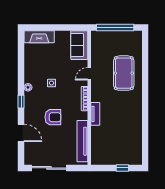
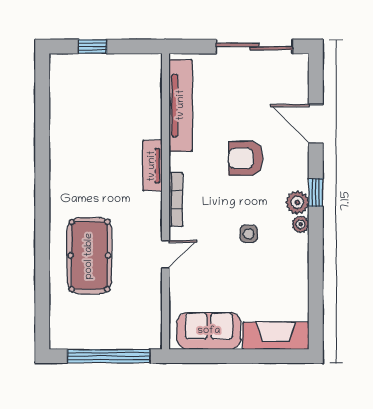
sofa: (79, 45) -> (209, 331), moved, turned -90
plant: (29, 97) -> (297, 202), added

